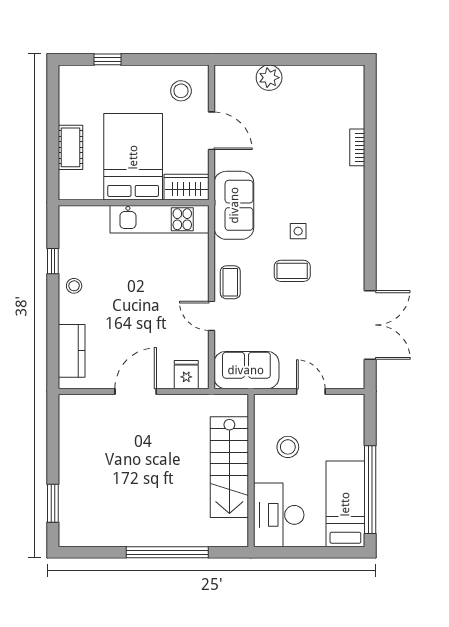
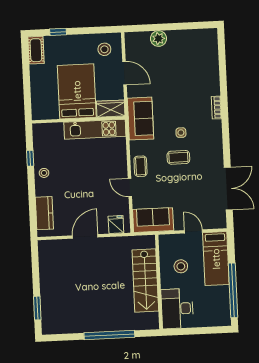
cot: (70, 147) -> (36, 50), moved
bookcase: (357, 147) -> (216, 108), moved
bed: (345, 504) -> (216, 259), moved, turned 180

